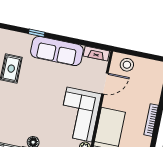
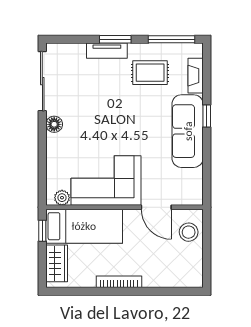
window: (37, 33) -> (207, 116), moved
fireplace: (96, 53) -> (196, 76), moved

